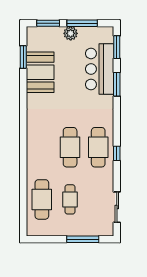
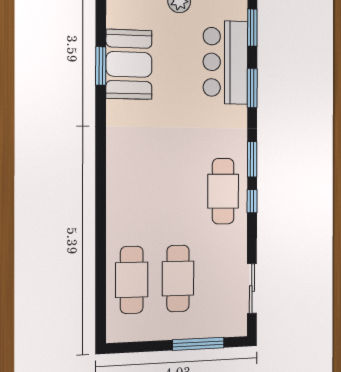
window: (23, 57) -> (101, 66), moved
window: (117, 128) -> (252, 159), added
cafe table: (70, 147) -> (178, 191), removed
cafe table: (70, 199) -> (178, 278), width x1.37, depth x1.35

